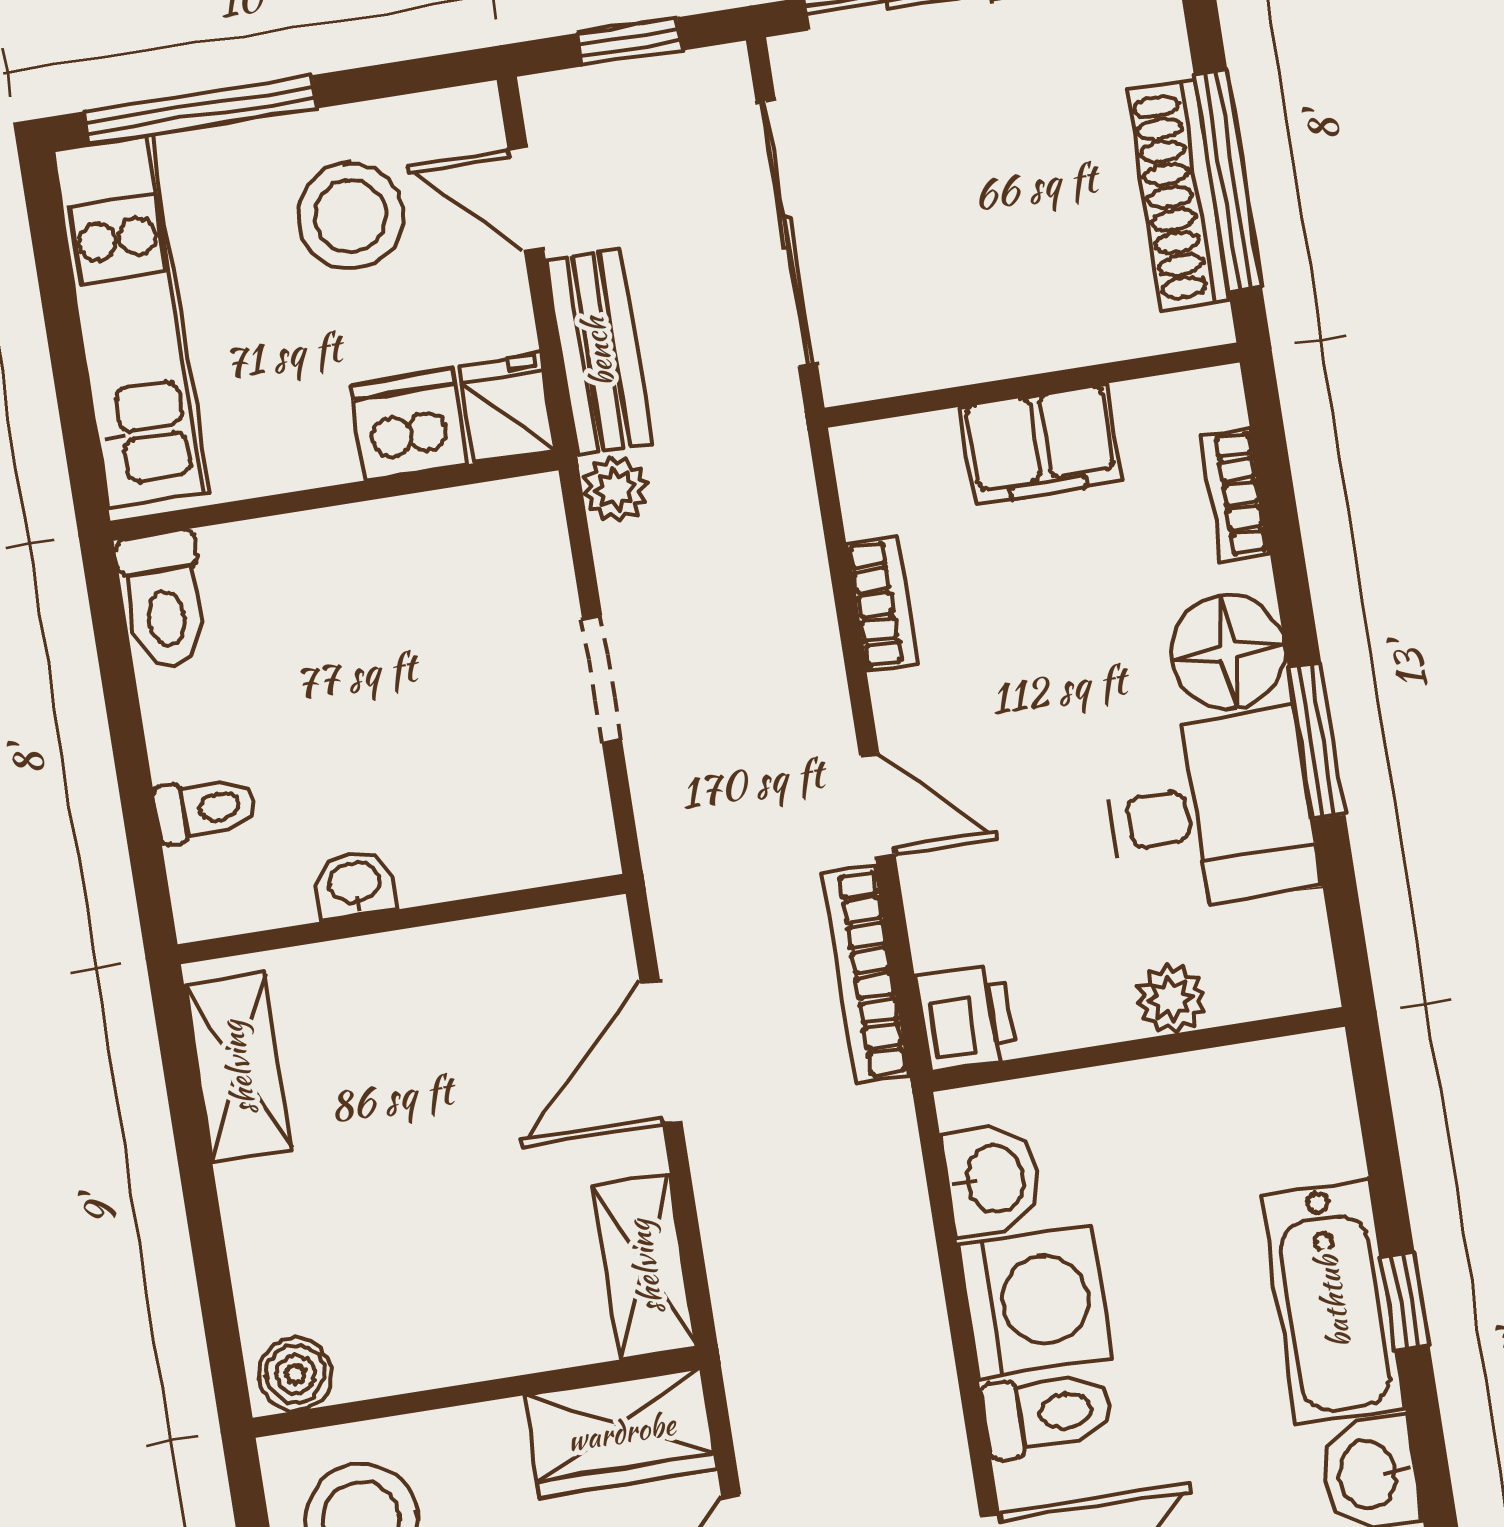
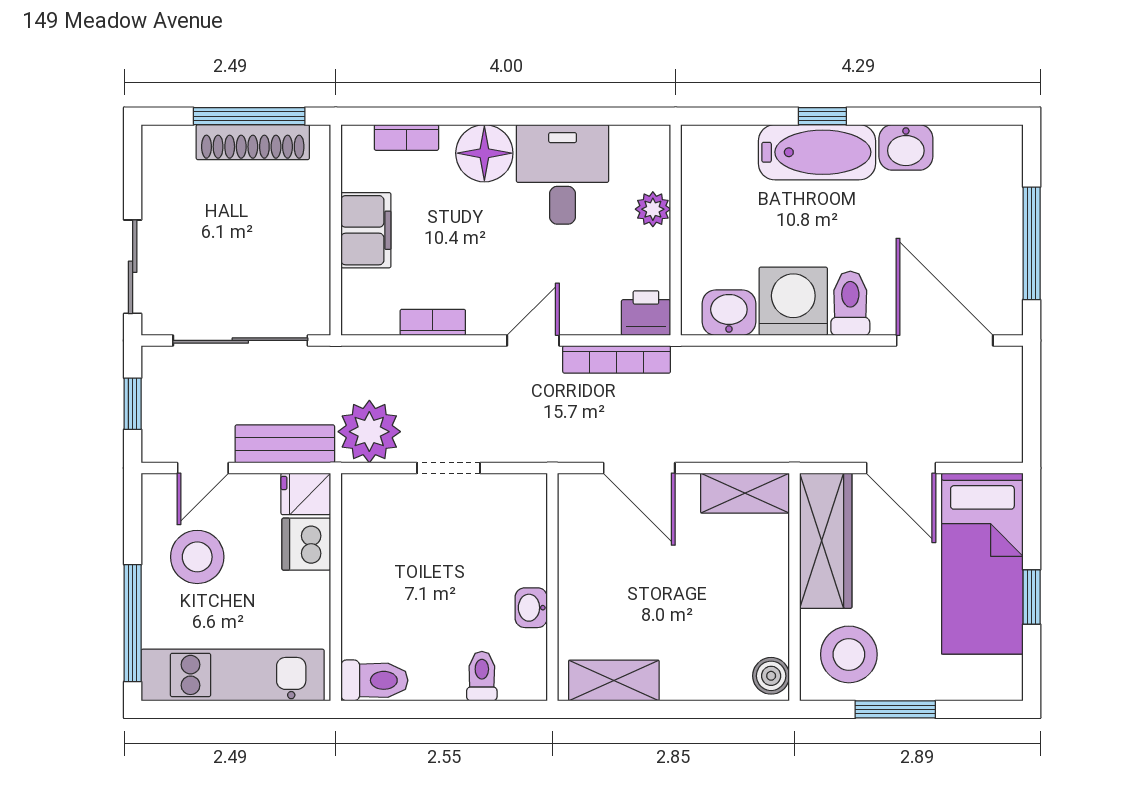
plant: (616, 489) -> (369, 432), width x1.88, depth x1.88
window: (1317, 741) -> (536, 116), removed
wardrobe: (621, 1432) -> (826, 541), width x1.50

